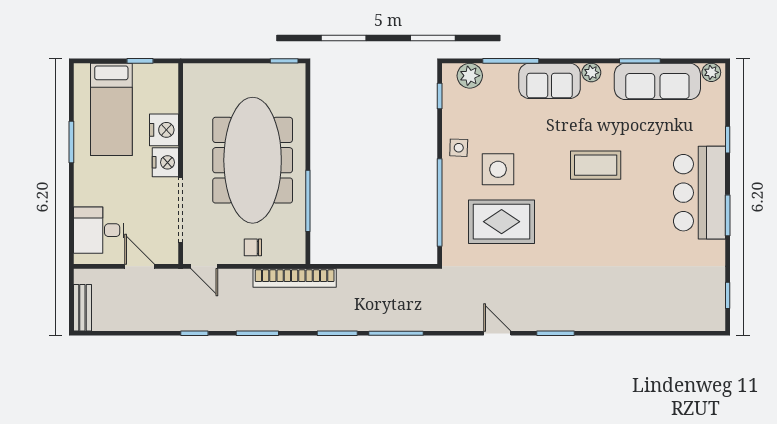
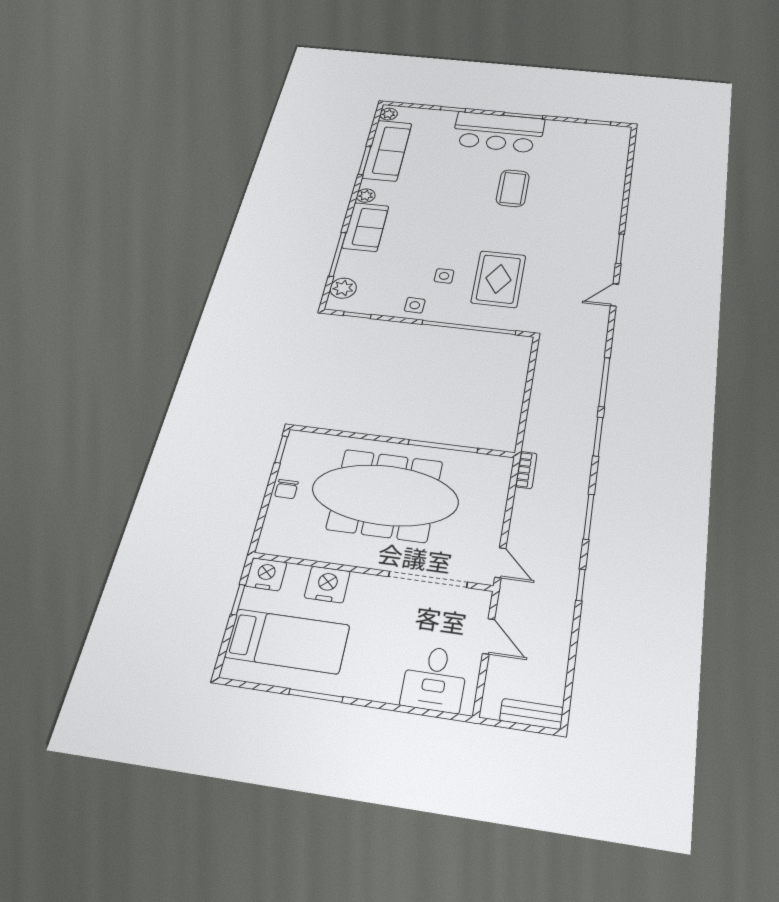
nightstand: (165, 162) -> (266, 574), moved
coffee table: (596, 165) -> (513, 188), moved
side table: (498, 169) -> (444, 276), width x0.54, depth x0.54
chair: (253, 247) -> (286, 489), moved
door: (140, 266) -> (489, 636), swing flipped
door: (204, 266) -> (500, 563), hinge flipped
bookcase: (295, 278) -> (526, 470), width x0.43, depth x0.76

